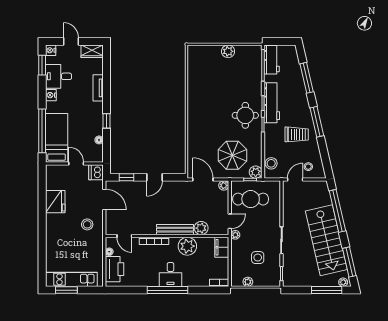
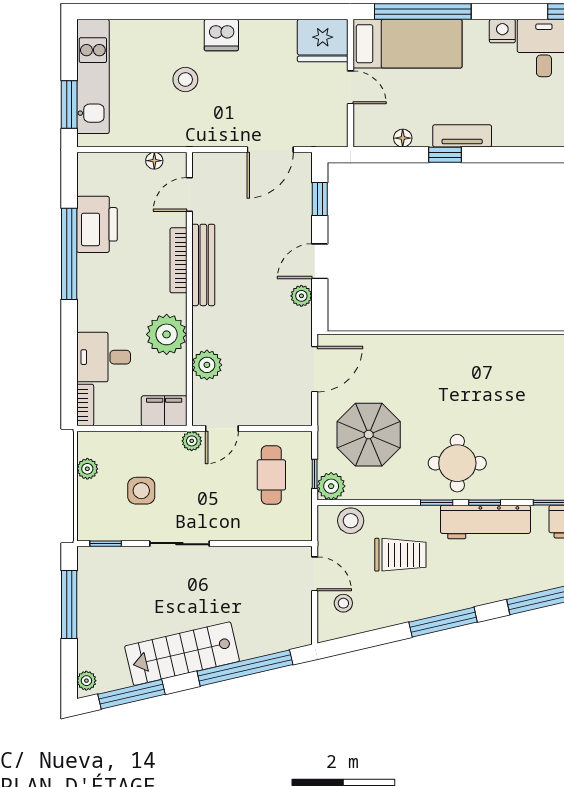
tv unit: (98, 88) -> (462, 136), moved
trolley: (297, 134) -> (400, 555), moved, turned -90
door: (76, 163) -> (350, 87), hinge flipped
dishwasher: (96, 172) -> (221, 35), moved, turned 180
door: (154, 177) -> (320, 261), hinge flipped
plant: (224, 185) -> (301, 296), moved
cafe table: (251, 199) -> (271, 475), width x0.73, depth x0.74
fridge: (55, 202) -> (323, 41), moved
door: (230, 221) -> (222, 428), hinge flipped
stool: (87, 224) -> (185, 80), moved
bench: (175, 230) -> (203, 265), moved
stairs: (326, 240) -> (182, 654), width x0.73, depth x0.66
printer: (114, 269) -> (97, 224), moved, turned -90
desk: (170, 275) -> (104, 357), moved
window: (66, 290) -> (69, 105), moved
window: (168, 290) -> (69, 254), moved
window: (327, 290) -> (69, 605), moved

